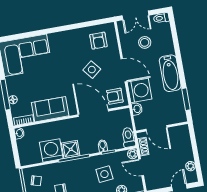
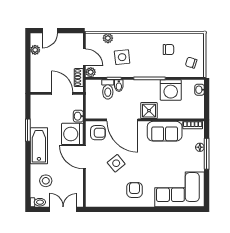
armchair: (98, 41) -> (135, 190), moved
stool: (145, 42) -> (46, 181), moved
window: (186, 99) -> (28, 130), moved
washbasin: (19, 133) -> (200, 90), moved
toilet: (128, 137) -> (108, 89), moved
shower: (71, 149) -> (149, 111), moved

